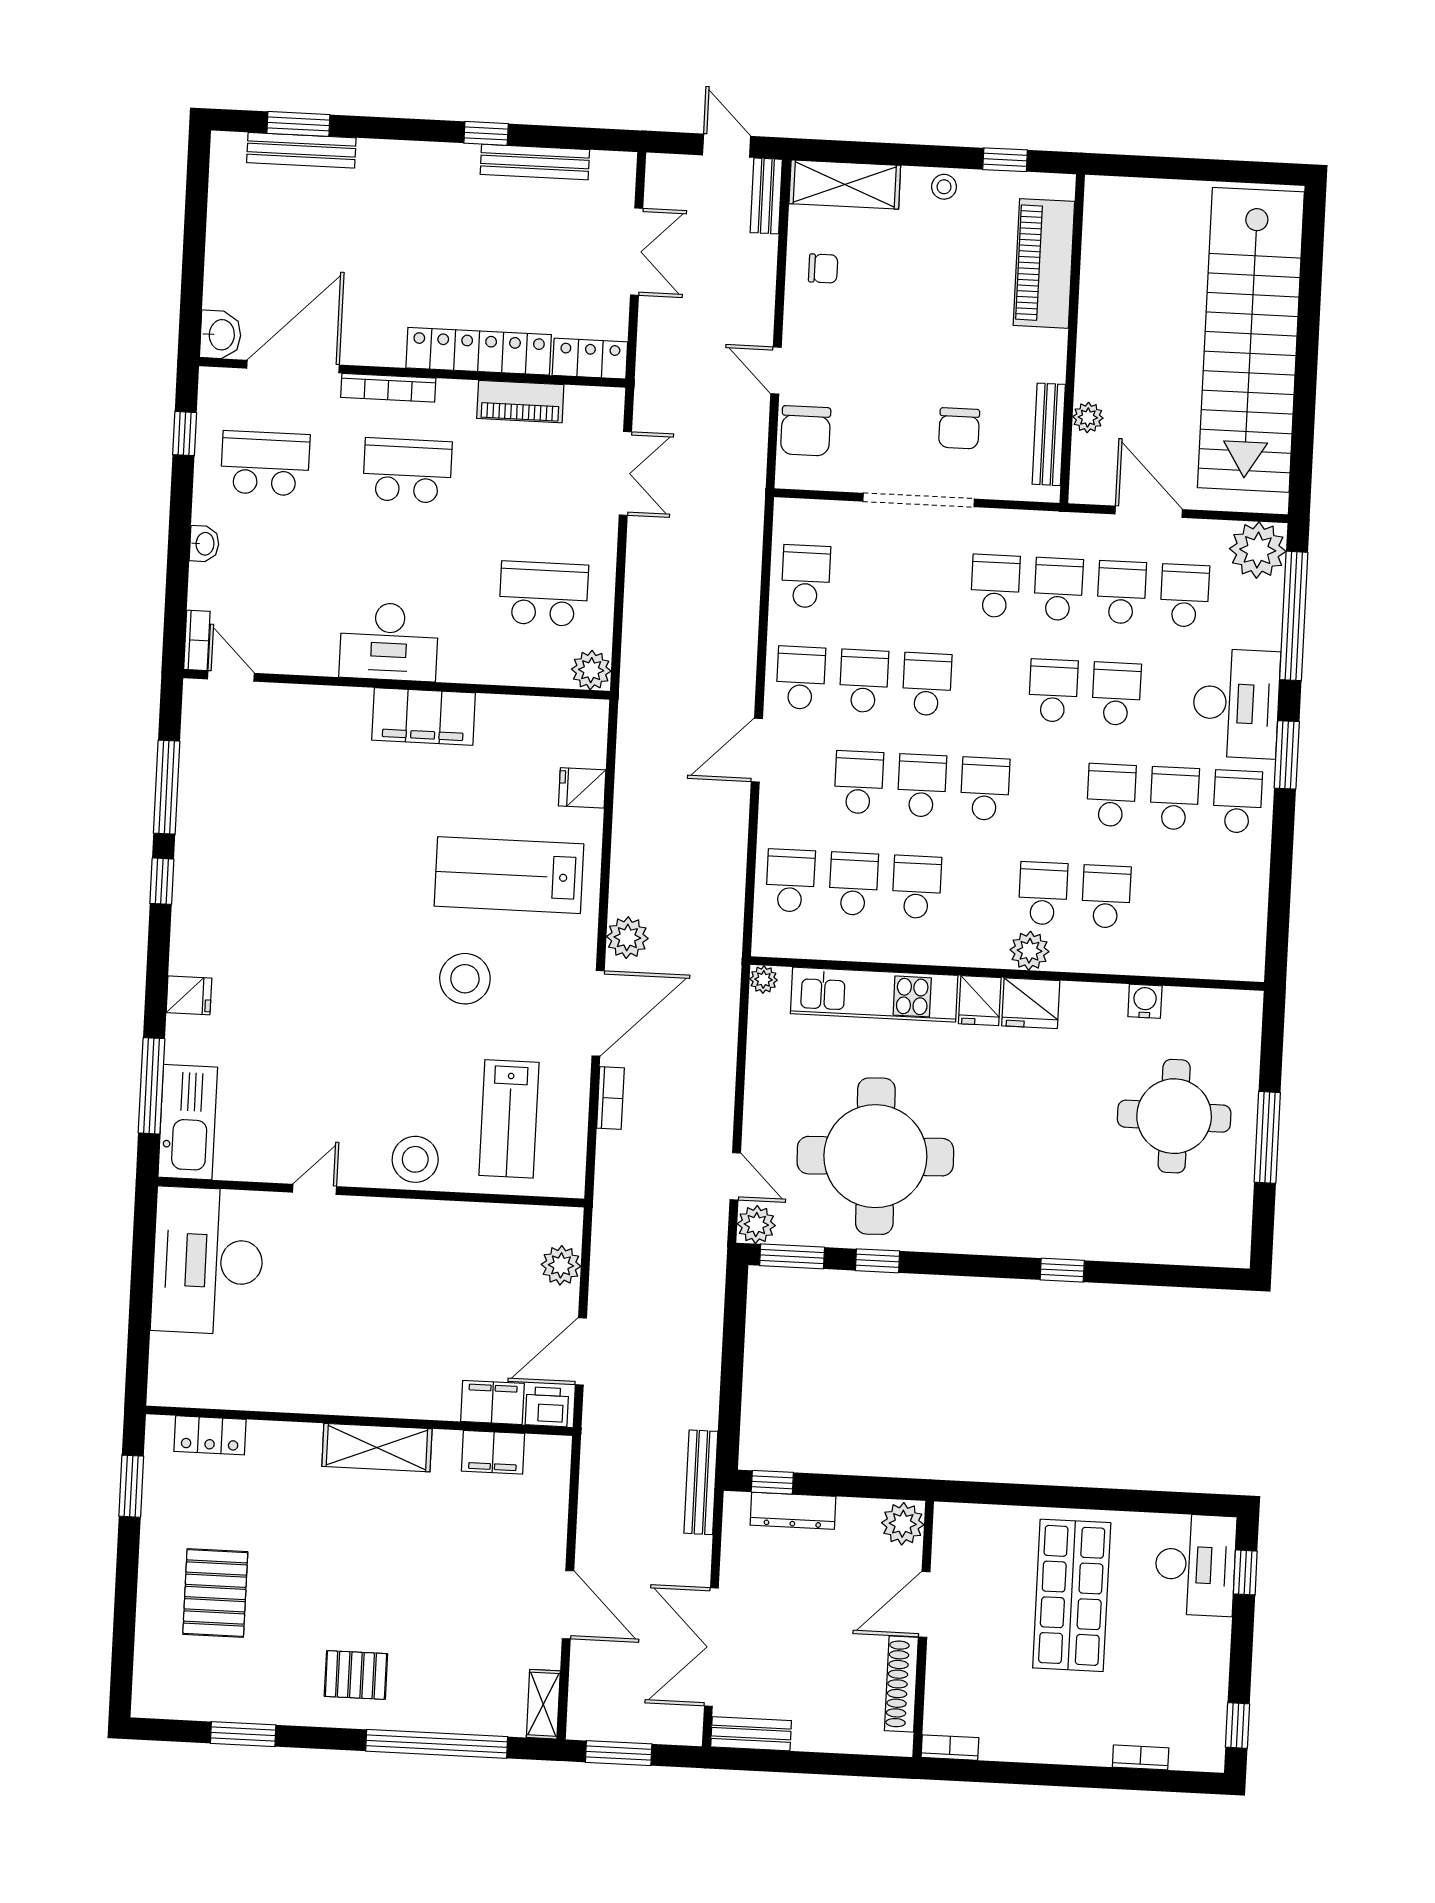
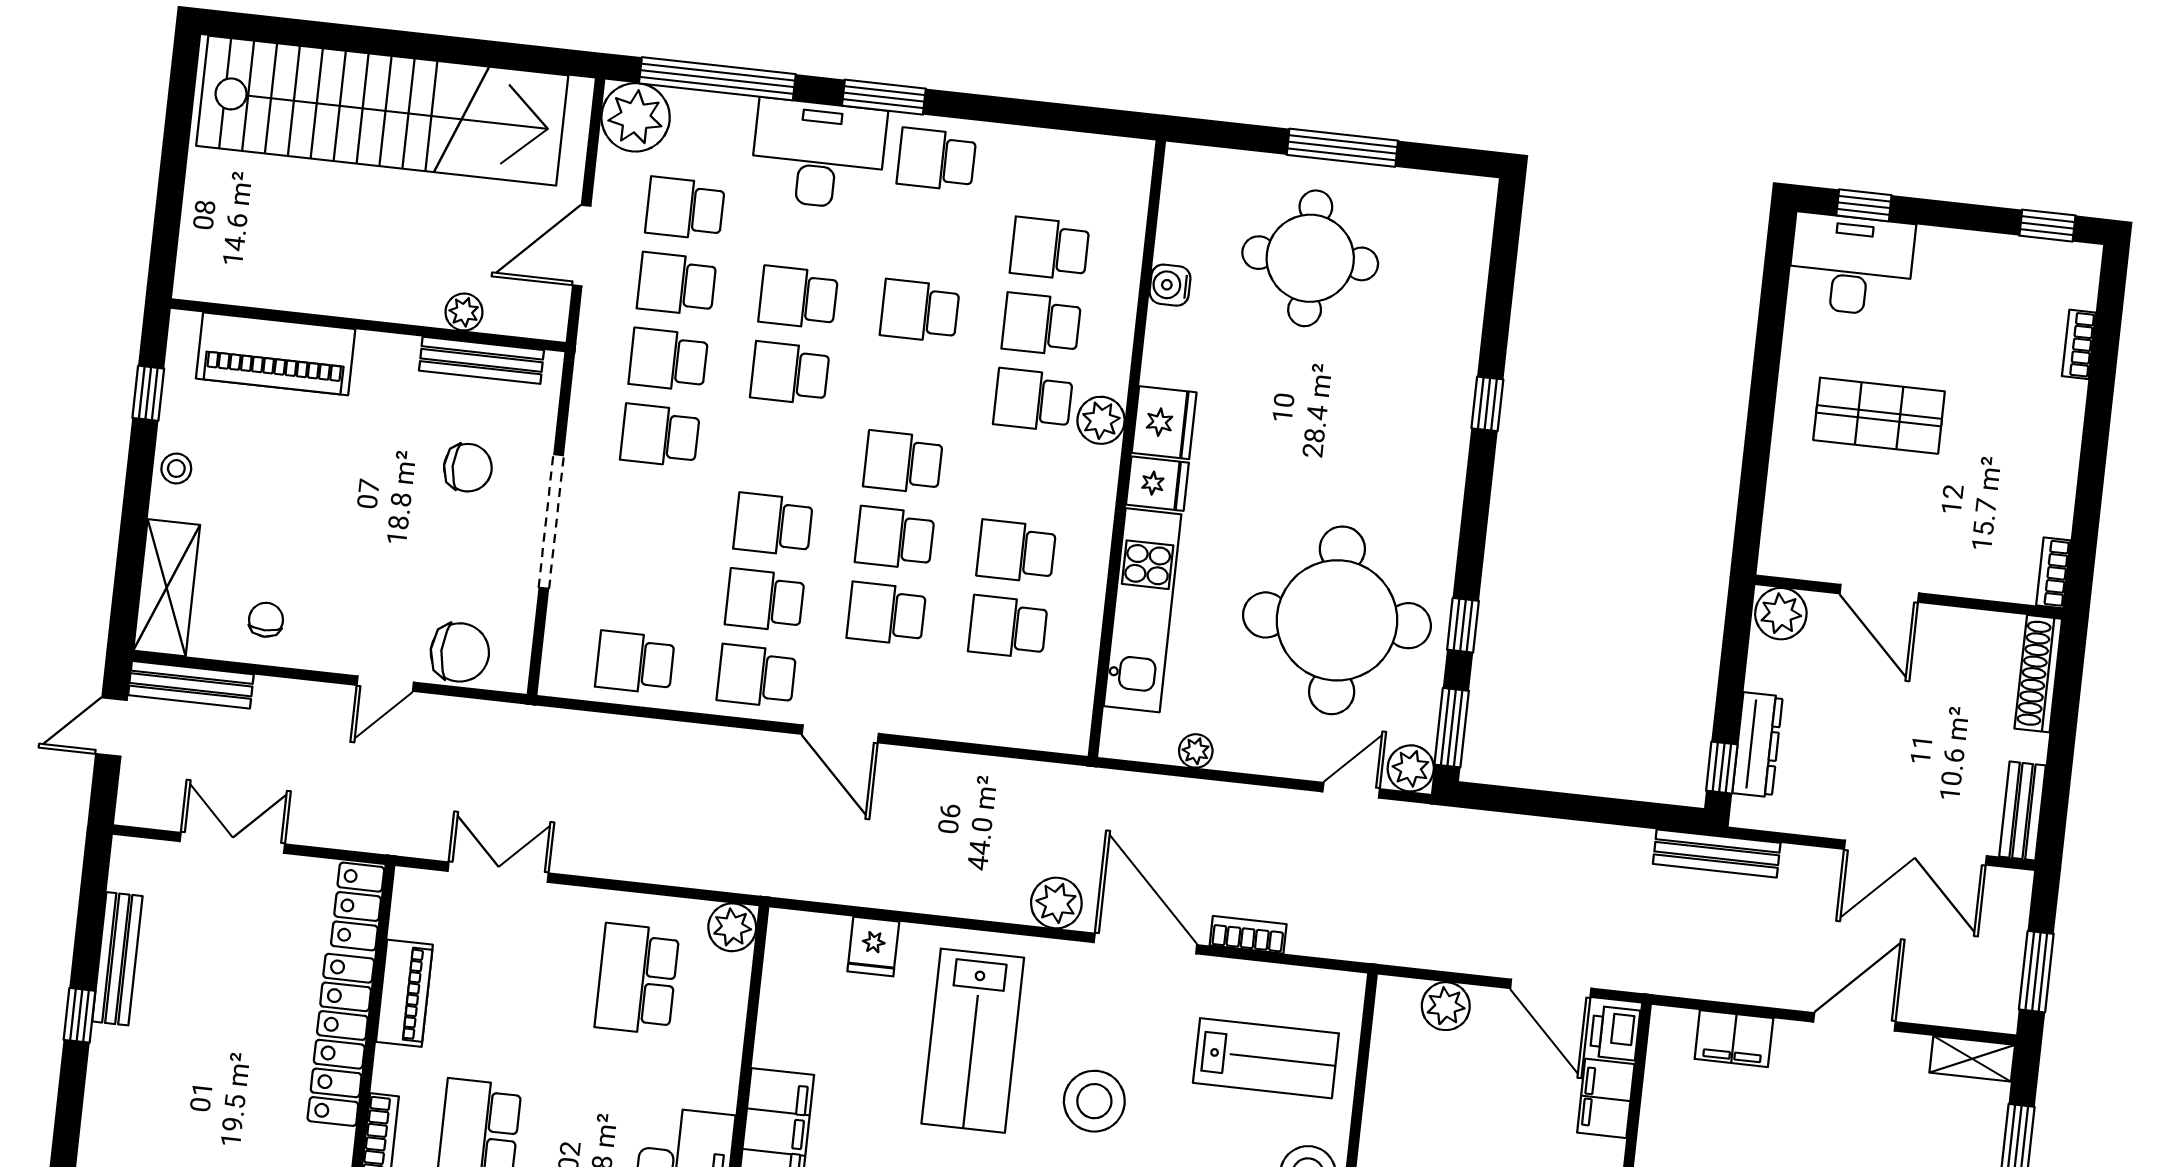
bench: (766, 196) -> (191, 685), width x1.36
school desk: (1174, 798) -> (1050, 249), moved
school desk: (790, 881) -> (1000, 703), removed
plant: (763, 980) -> (1196, 751), moved
filing cabinet: (493, 1452) -> (1734, 1039), moved, turned 90
shop shelf: (1072, 1595) -> (1879, 416), width x0.70, depth x0.74
shoe rack: (901, 1684) -> (2038, 674), moved, turned 90

